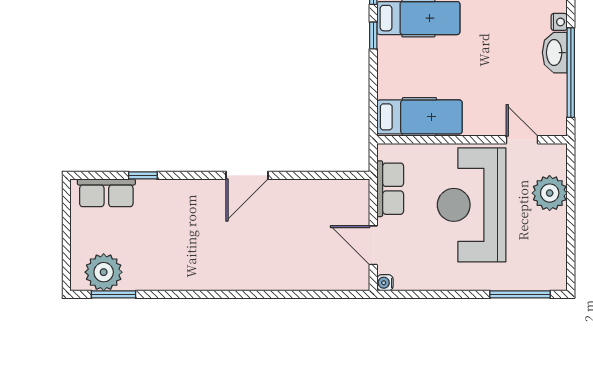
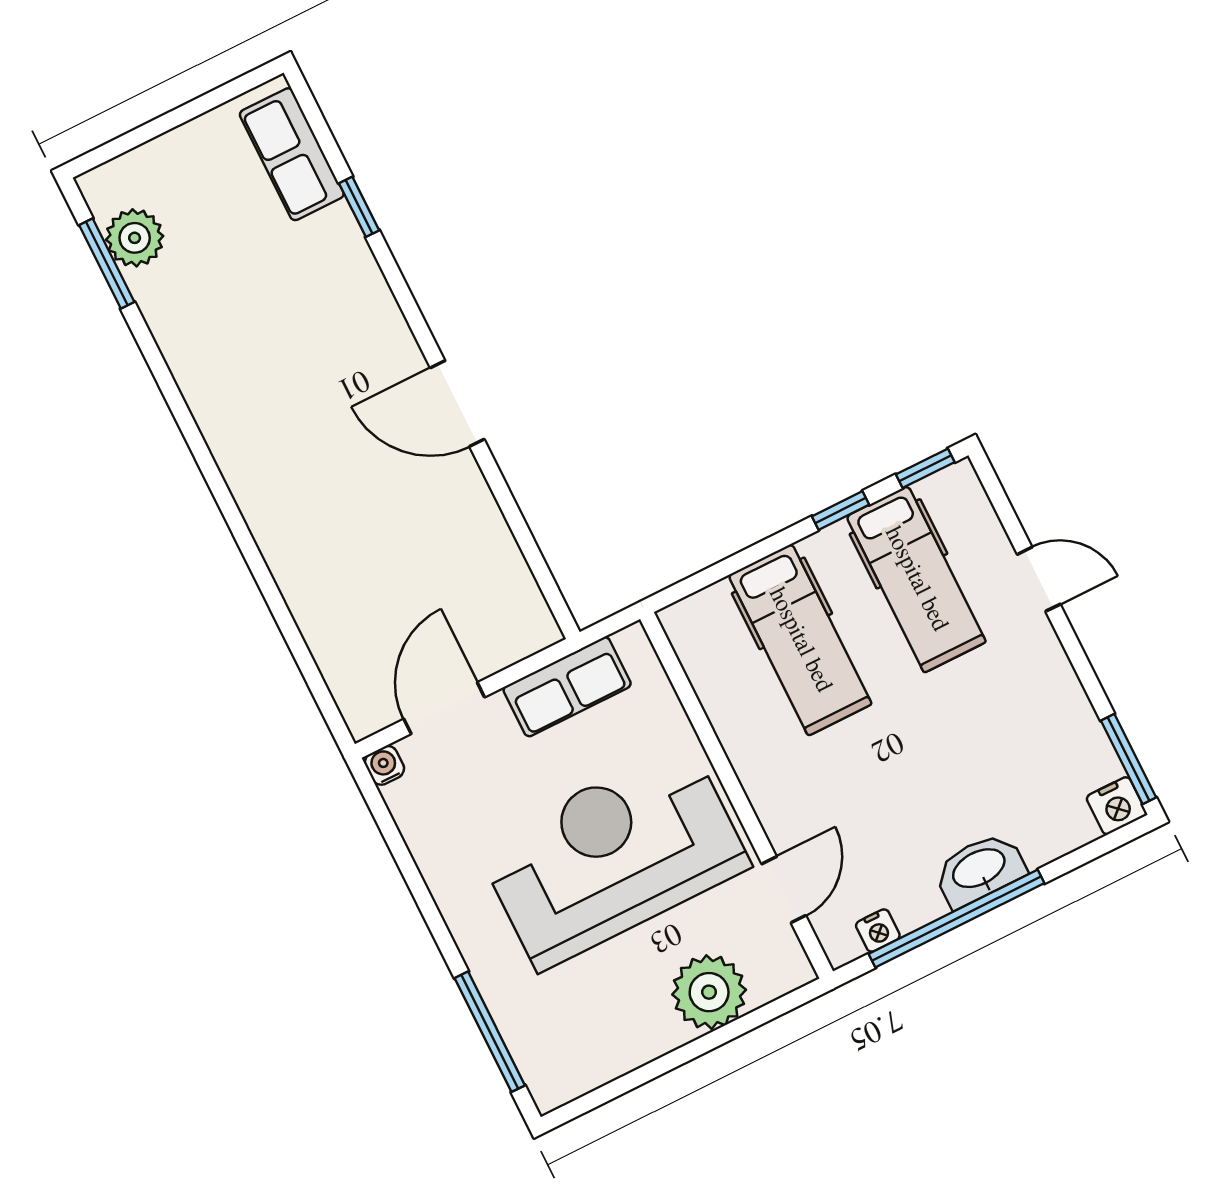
nightstand: (559, 22) -> (878, 931), moved
hospital bed: (419, 117) -> (800, 640), moved
plant: (104, 272) -> (135, 238), width x0.73, depth x0.73

